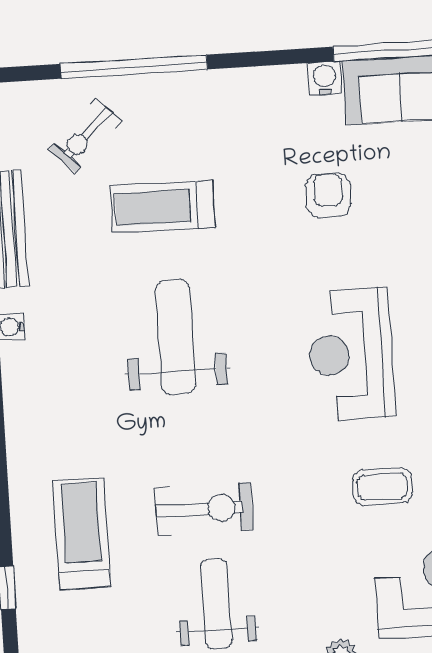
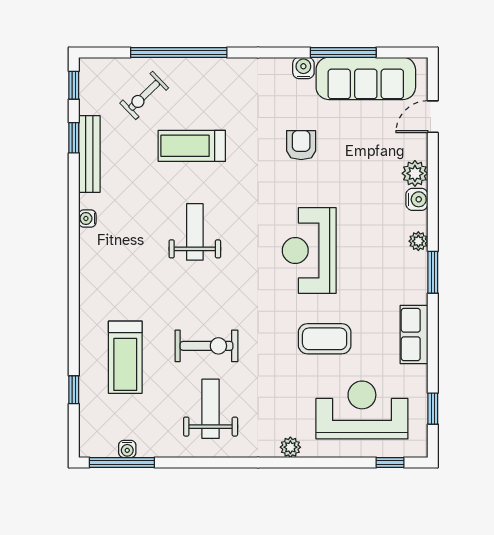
weight bench: (175, 337) -> (195, 232), width x0.73, depth x0.75
coffee table: (382, 487) -> (325, 339), width x1.36, depth x1.30
treadmill: (82, 534) -> (125, 357), turned 180

